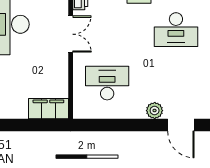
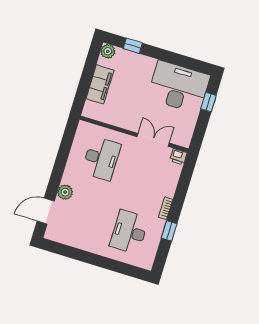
double door: (71, 34) -> (153, 140), swing flipped
filing cabinet: (48, 109) -> (100, 84), moved

